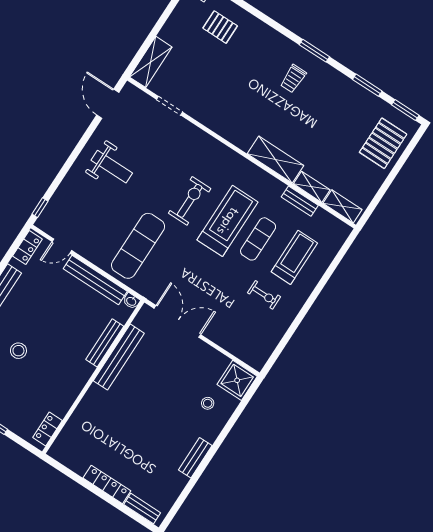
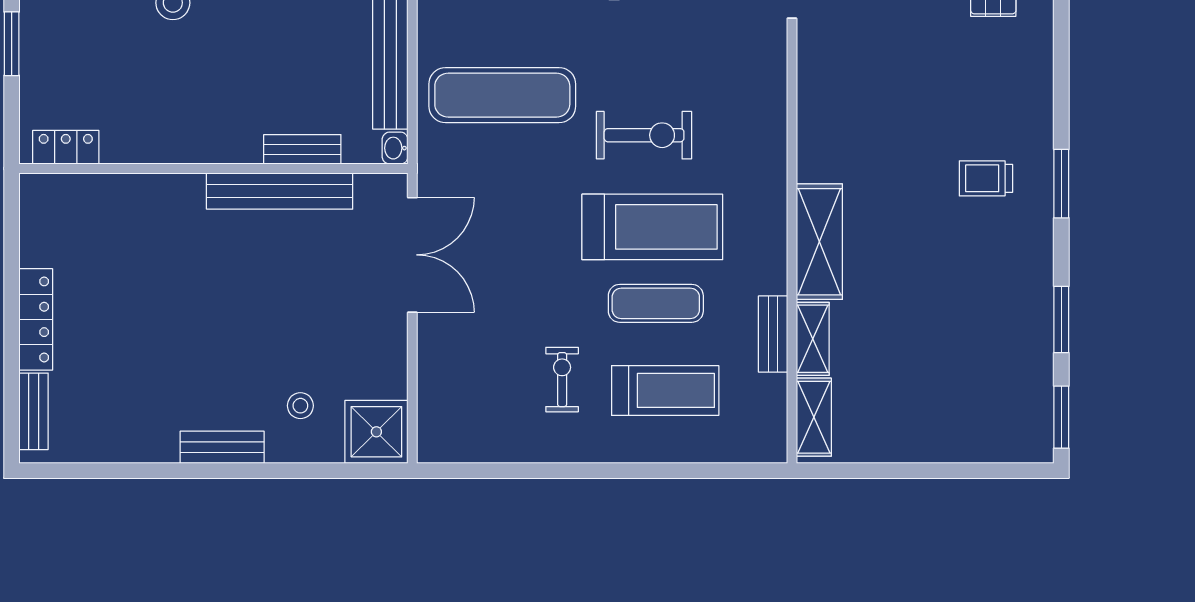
pallet: (383, 143) -> (975, 416), removed
exercise bike: (264, 295) -> (562, 380), turned 180
bench: (105, 343) -> (302, 149), width x0.73
bench: (195, 458) -> (222, 447), moved

